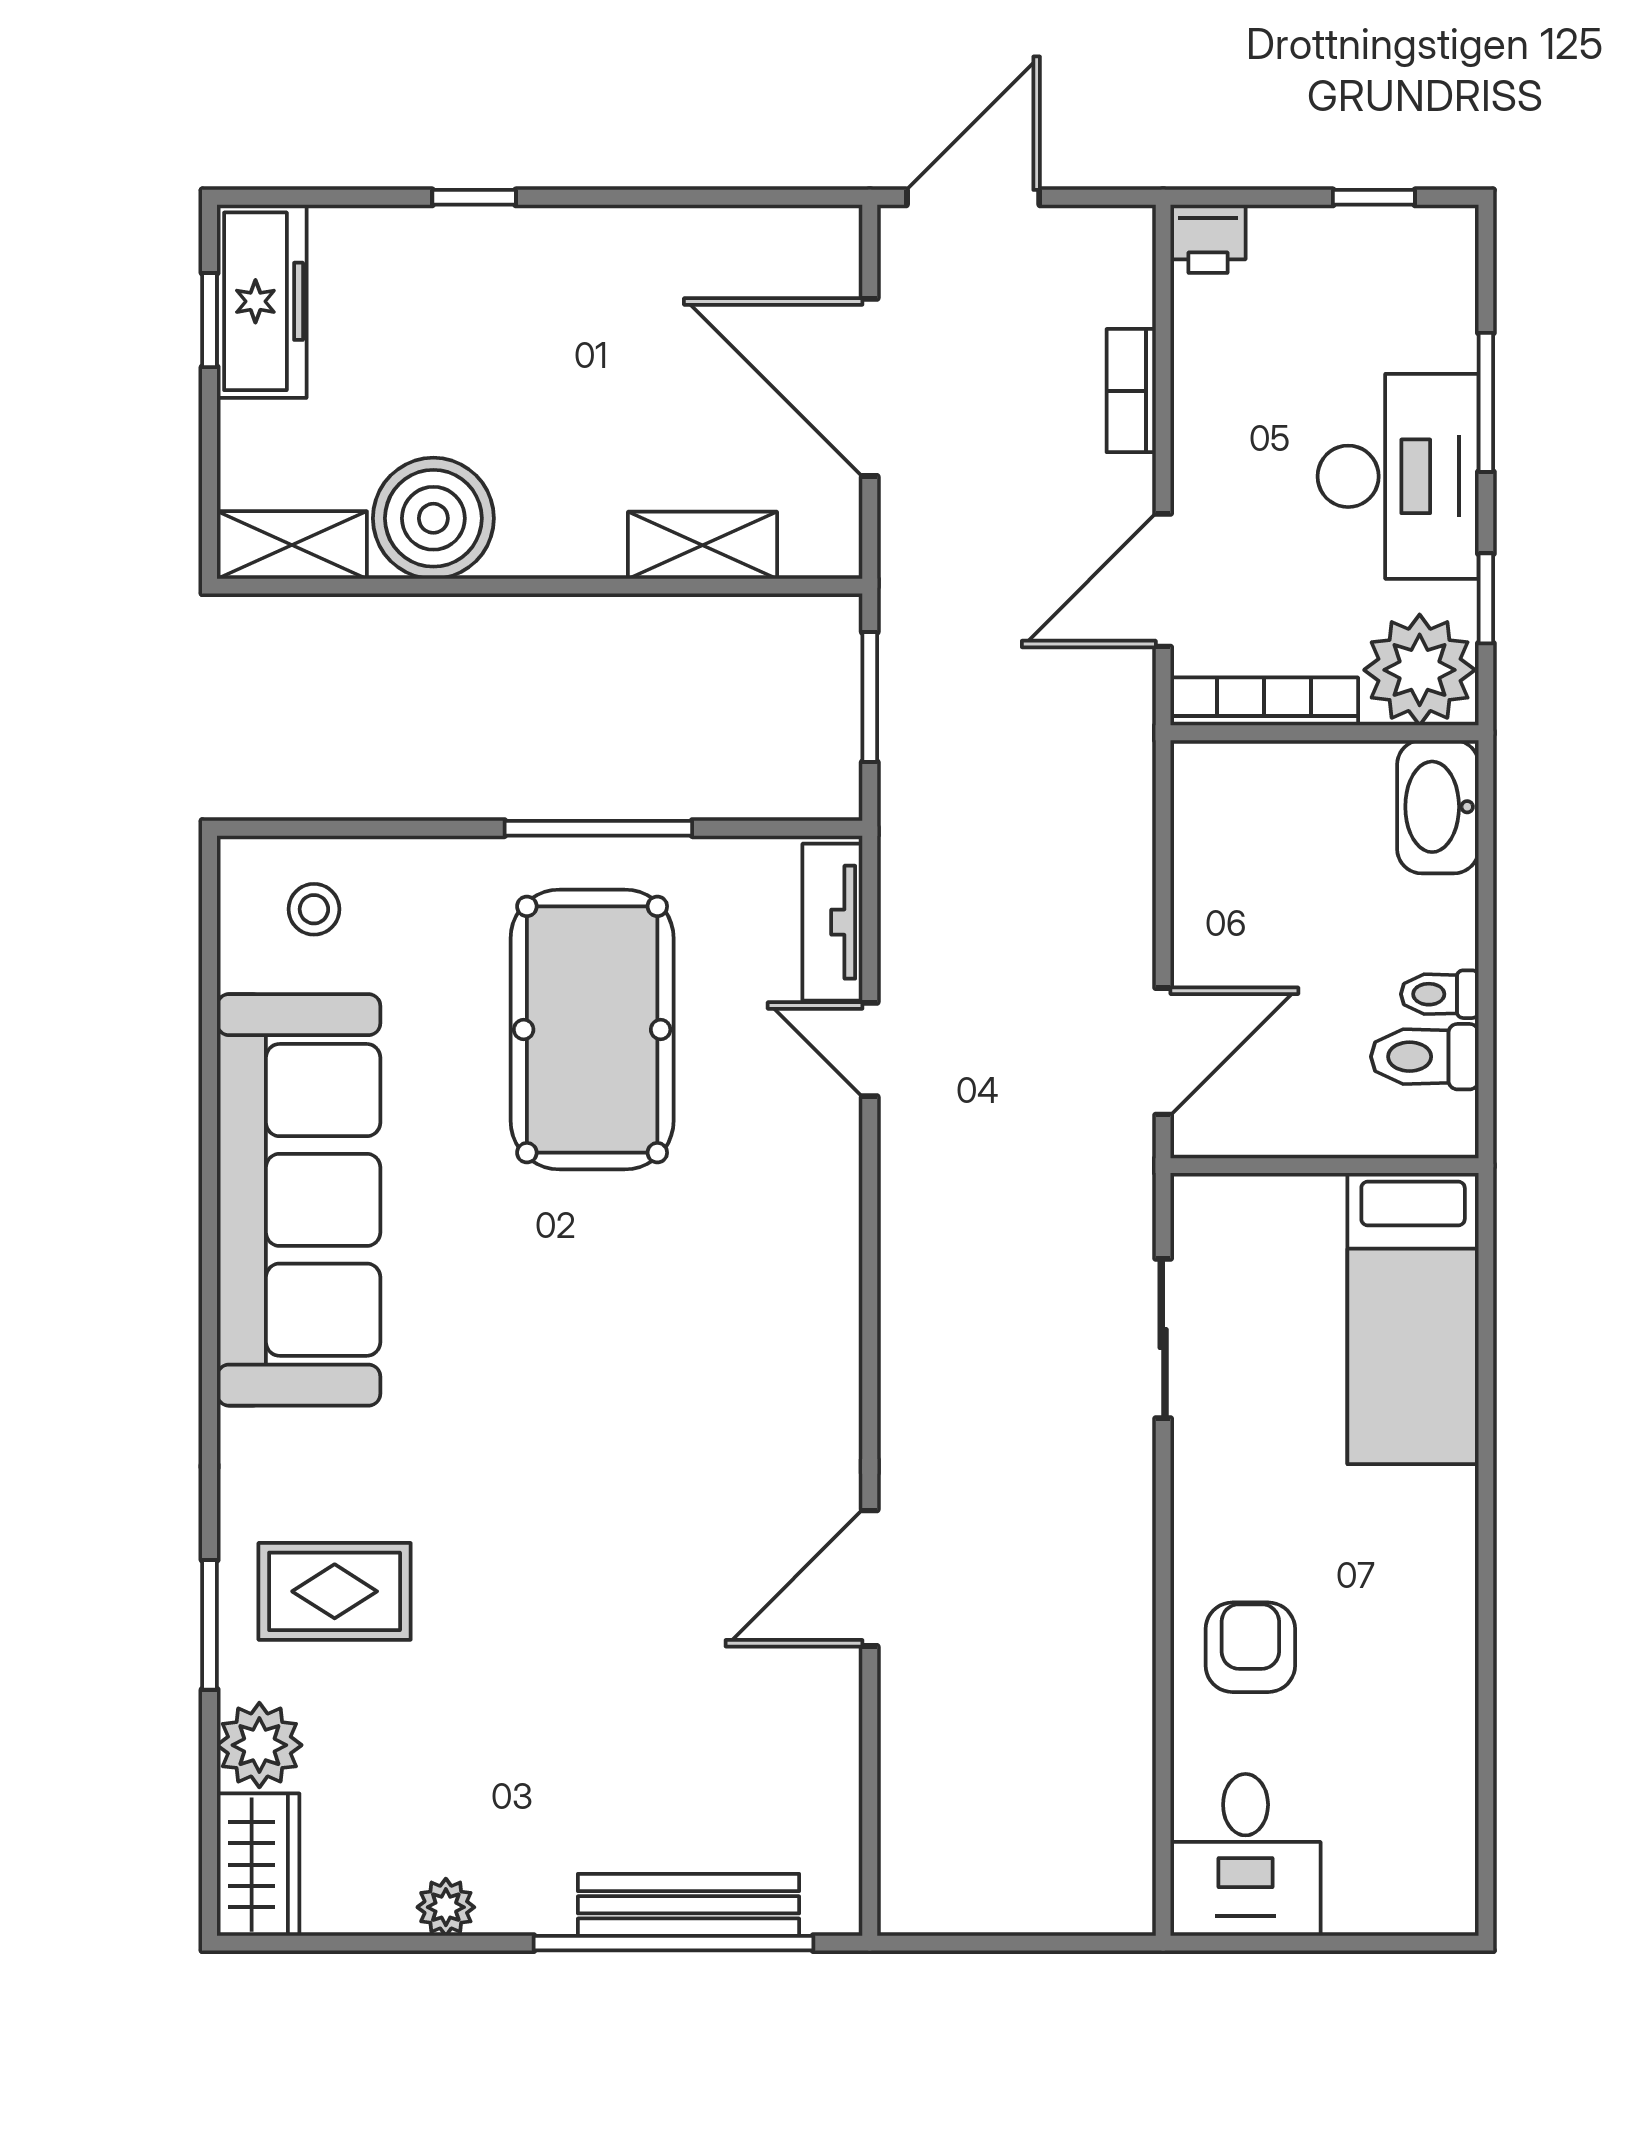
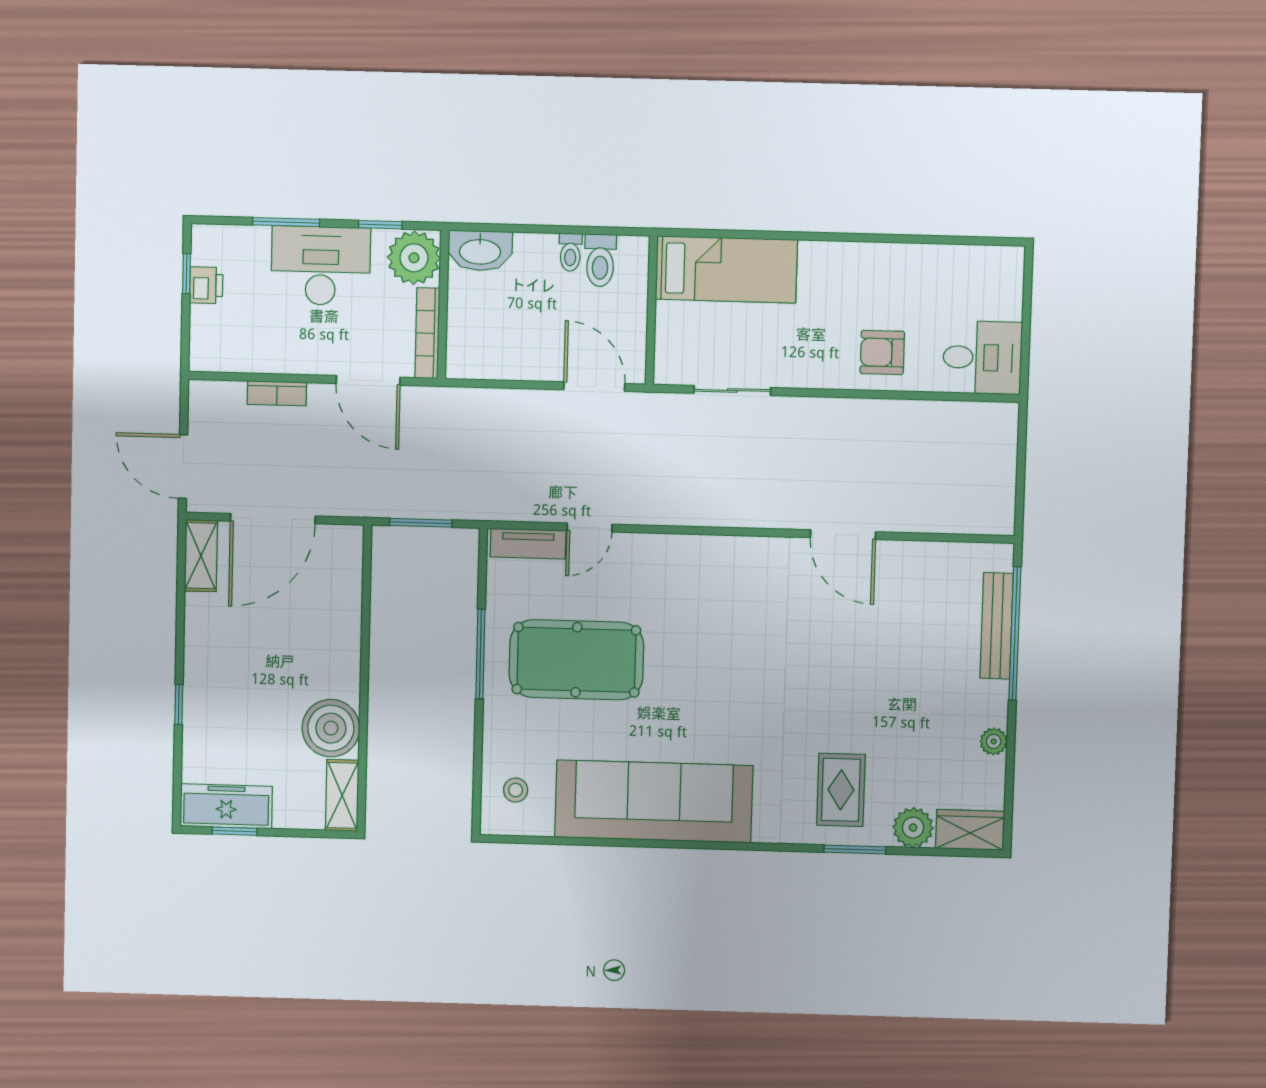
printer: (1208, 239) -> (206, 285), moved
shelving: (703, 545) -> (201, 556), moved

